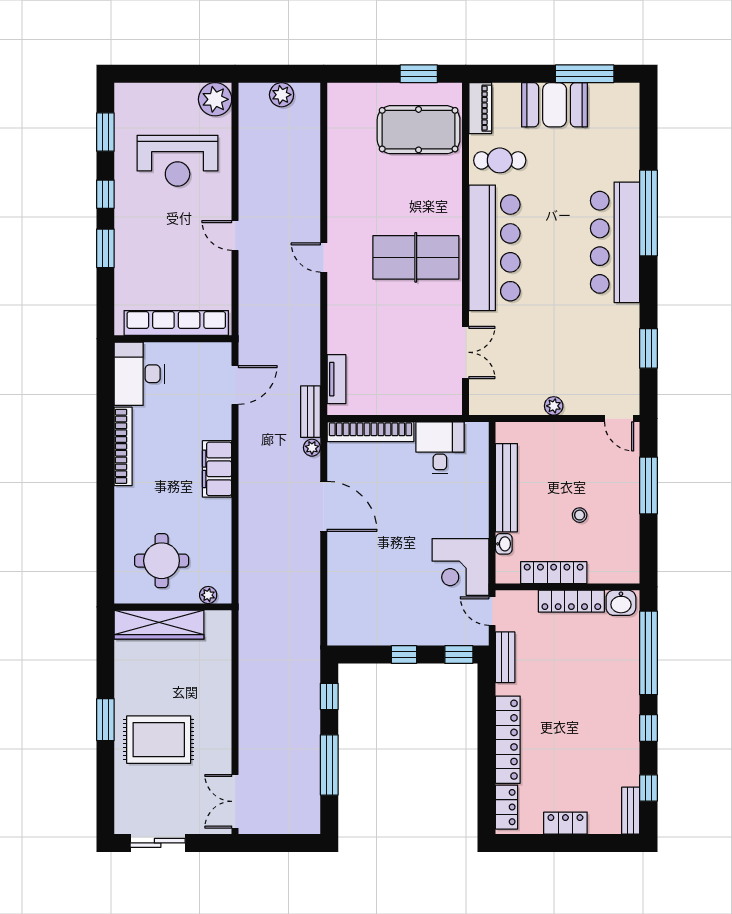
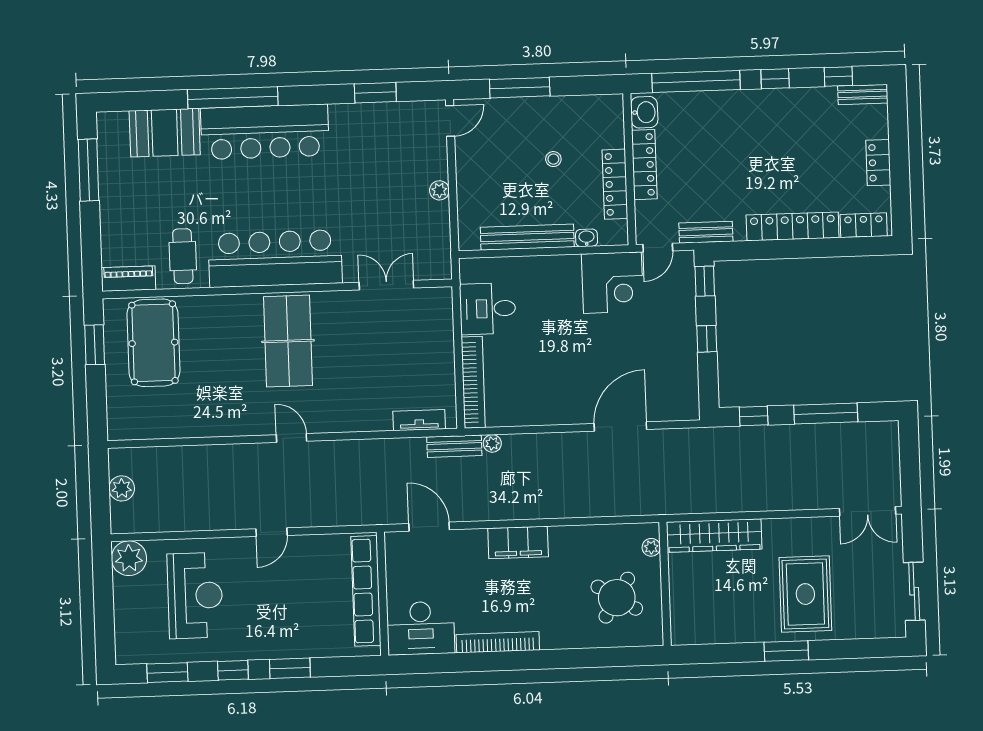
booth: (555, 105) -> (165, 133), moved, turned 90
door: (324, 257) -> (292, 438), swing flipped
door: (324, 506) -> (620, 427), moved
round table: (162, 561) -> (617, 598), turned 32
wardrobe: (159, 625) -> (714, 536), moved, turned 90

